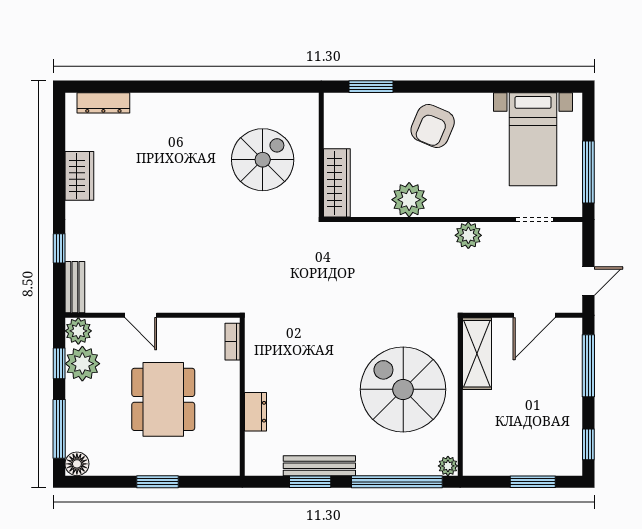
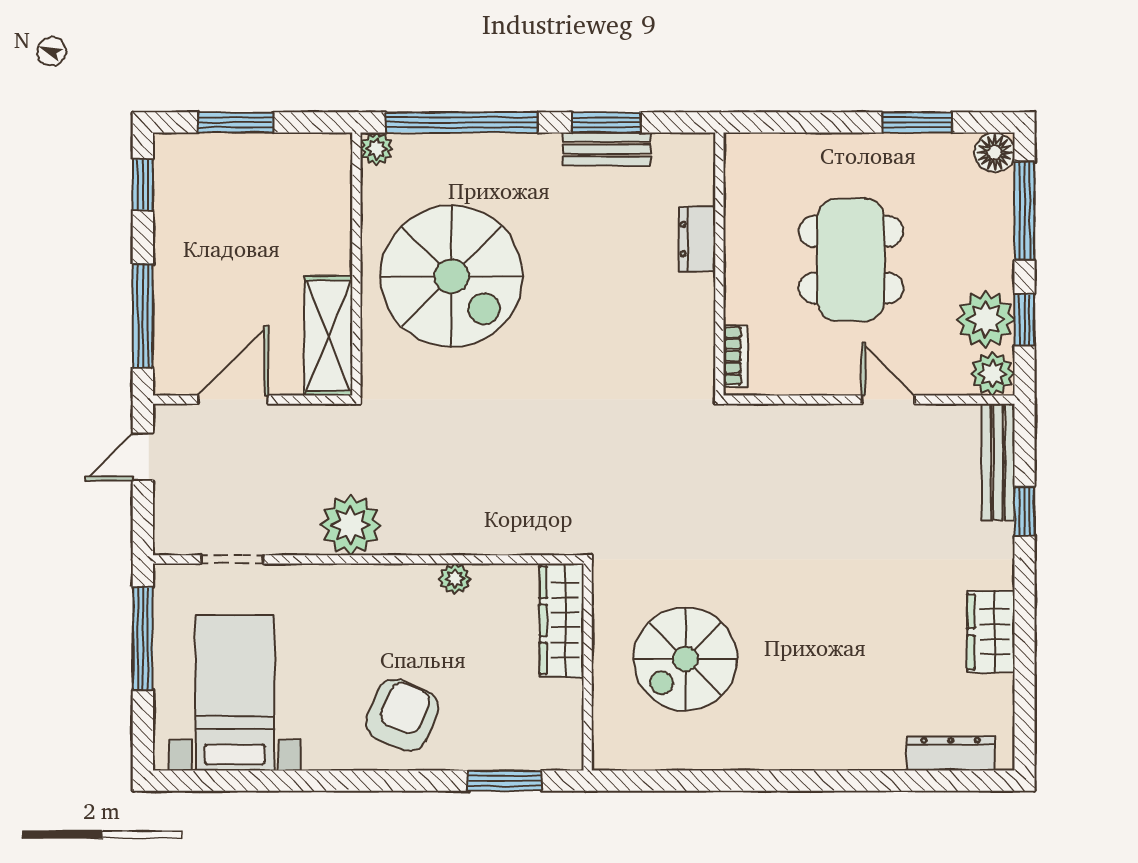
plant: (409, 200) -> (455, 579), width x0.53, depth x0.53
plant: (468, 235) -> (351, 525), width x1.36, depth x1.36
bench: (75, 287) -> (998, 462), width x1.36
bench: (319, 466) -> (607, 149), width x0.73
window: (157, 482) -> (917, 122), moved

